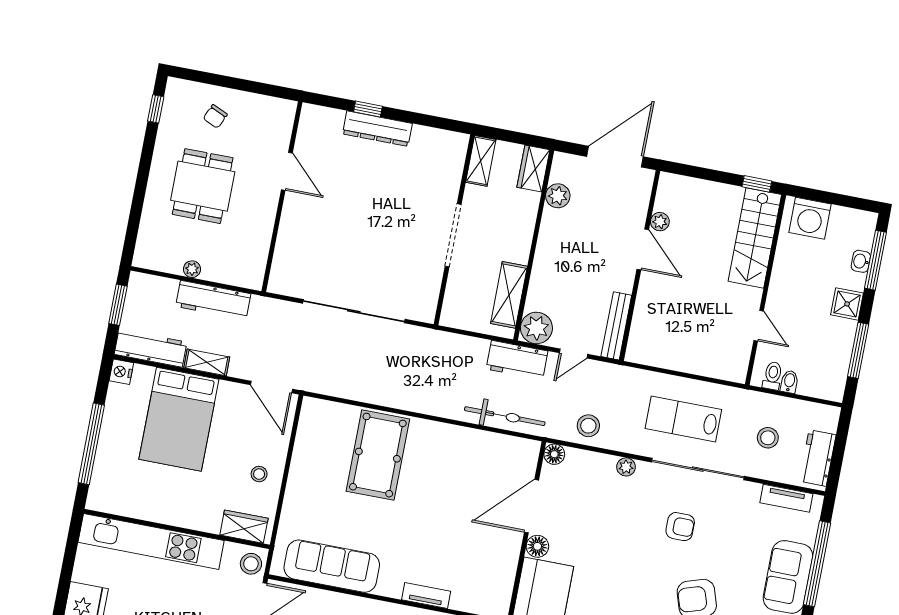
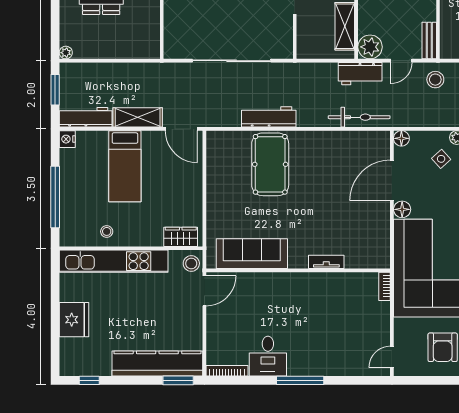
plant: (192, 269) -> (66, 53), moved
workbench: (213, 300) -> (269, 117), moved, turned 180
bench: (616, 326) -> (429, 41), width x0.73
shelving: (207, 362) -> (138, 117), width x1.50, depth x1.33
bed: (179, 419) -> (125, 166), width x0.67
stool: (588, 426) -> (435, 80), moved
stool: (259, 474) -> (107, 231), moved
side table: (601, 491) -> (441, 159), added

